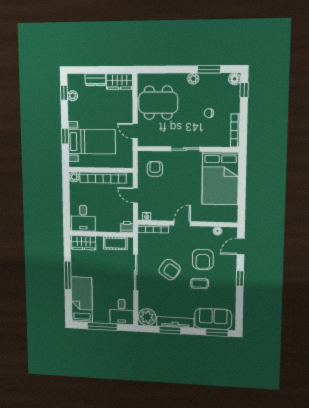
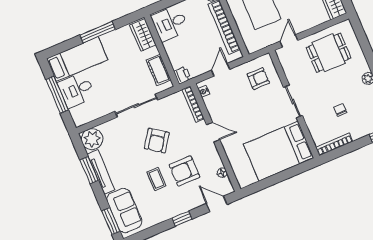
dining table: (158, 103) -> (329, 53), width x0.73
desk: (122, 312) -> (76, 90), moved

